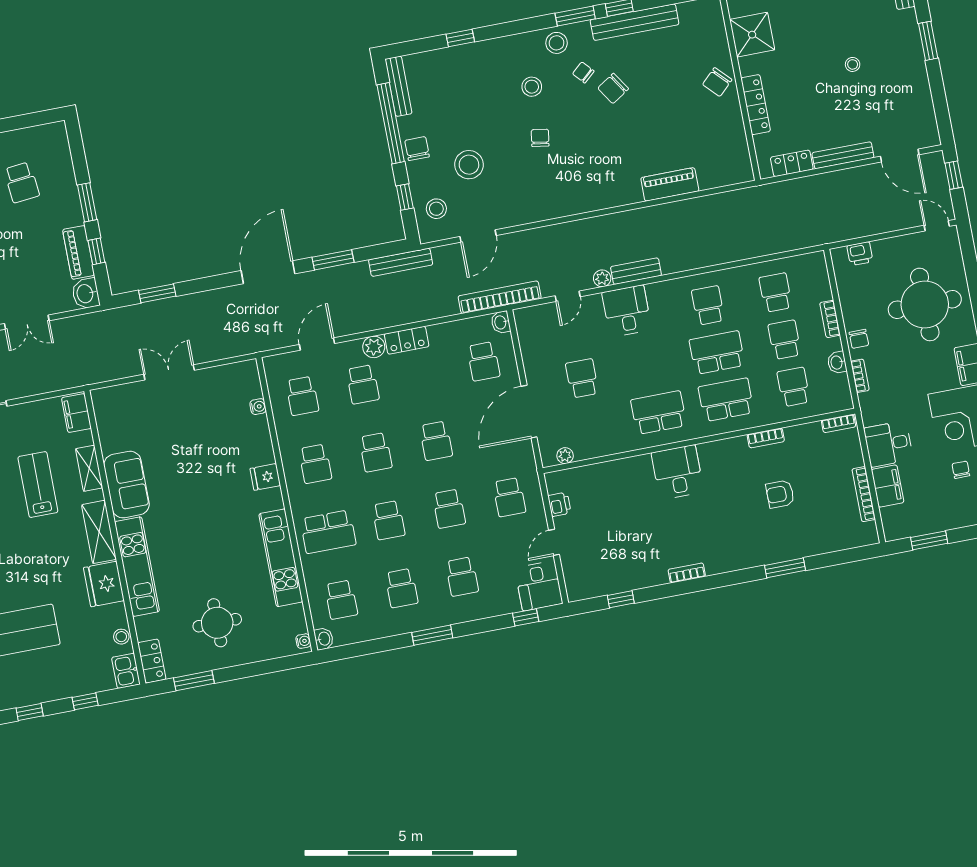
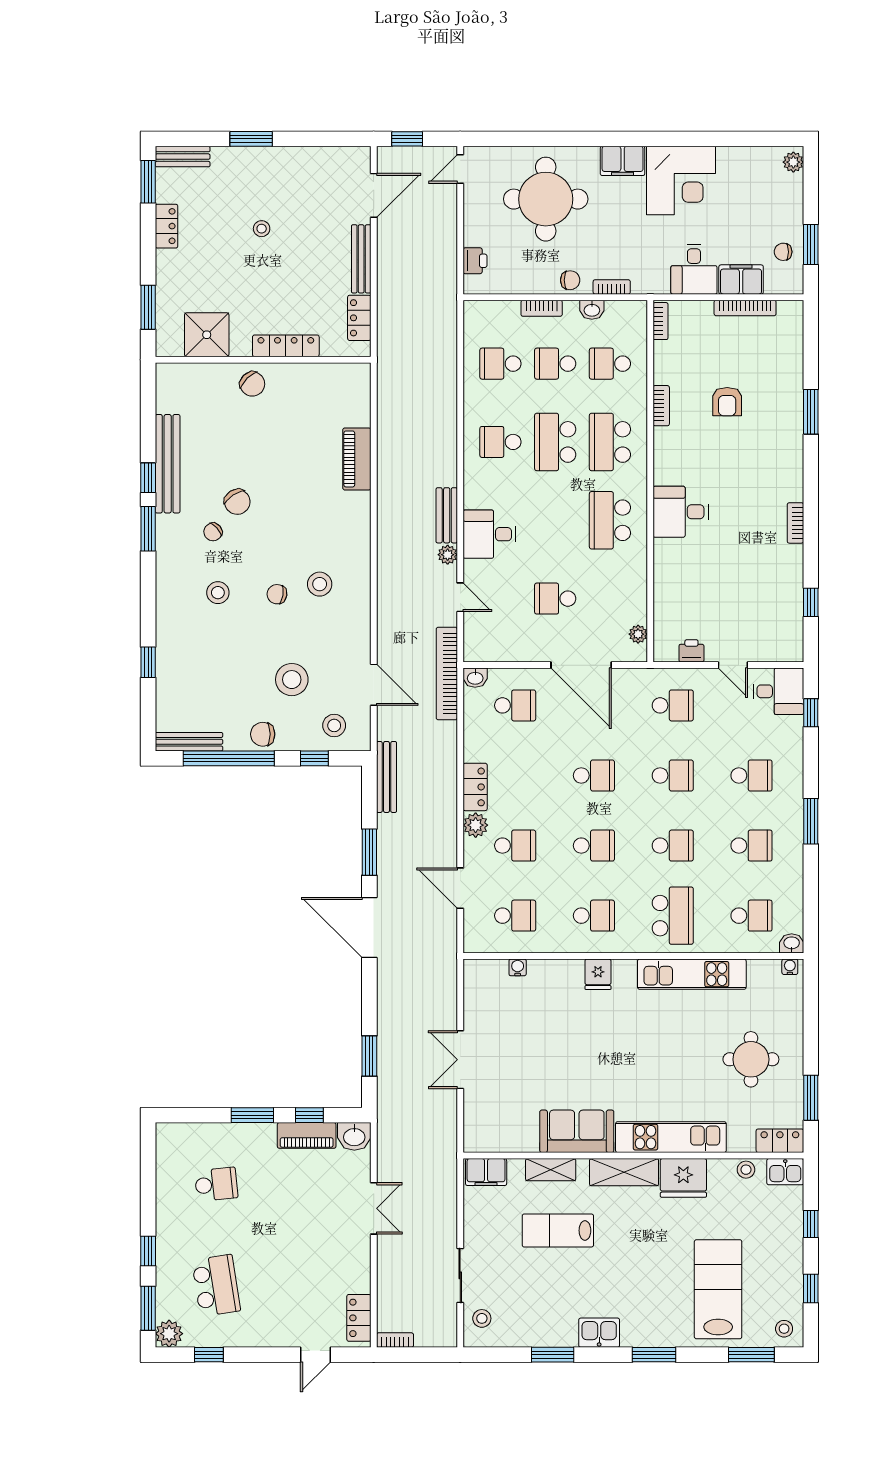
stool: (557, 43) -> (320, 584), moved
chair: (961, 470) -> (783, 252), moved

